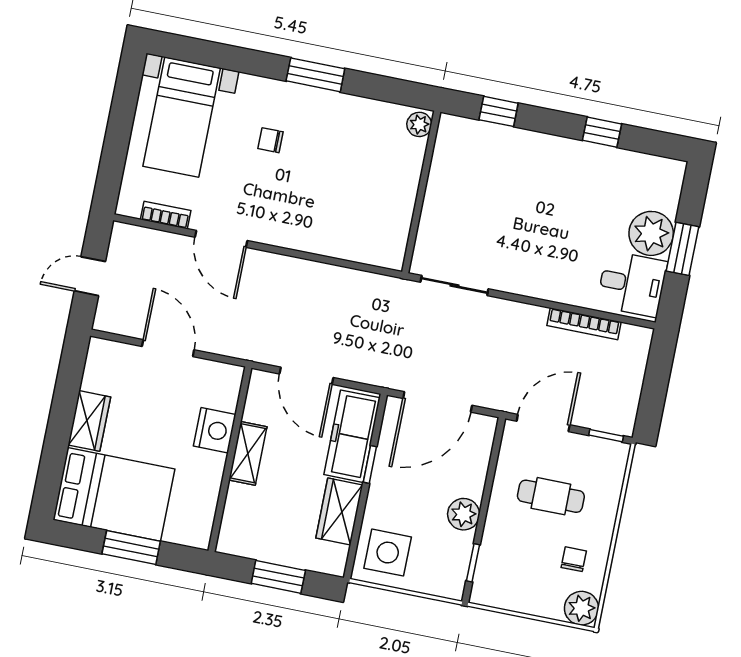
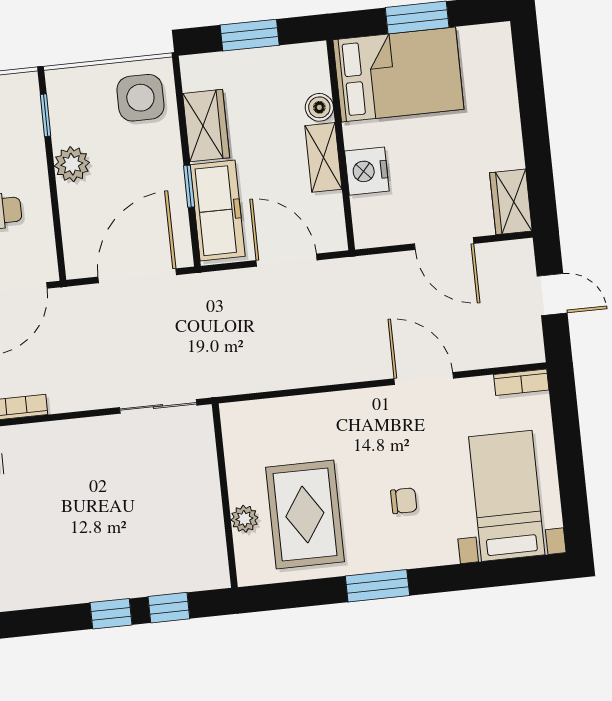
plant: (419, 124) -> (244, 519), moved
window: (602, 132) -> (111, 614), moved
rug: (358, 155) -> (305, 515), added
bookcase: (166, 215) -> (521, 382), moved
door: (90, 276) -> (552, 295), hinge flipped
wardrobe: (89, 421) -> (511, 202), moved
bed: (114, 494) -> (398, 74), moved, turned 180
boiler: (238, 497) -> (319, 107), added

